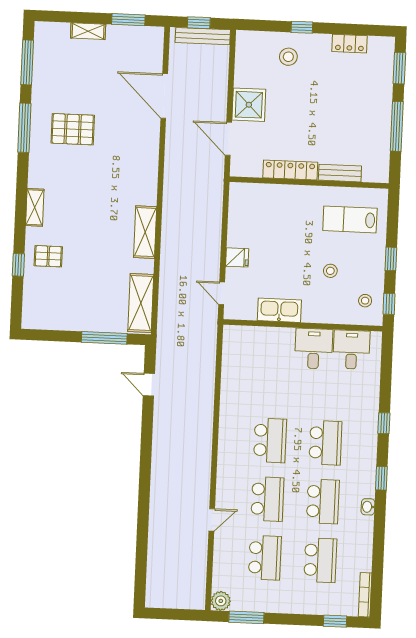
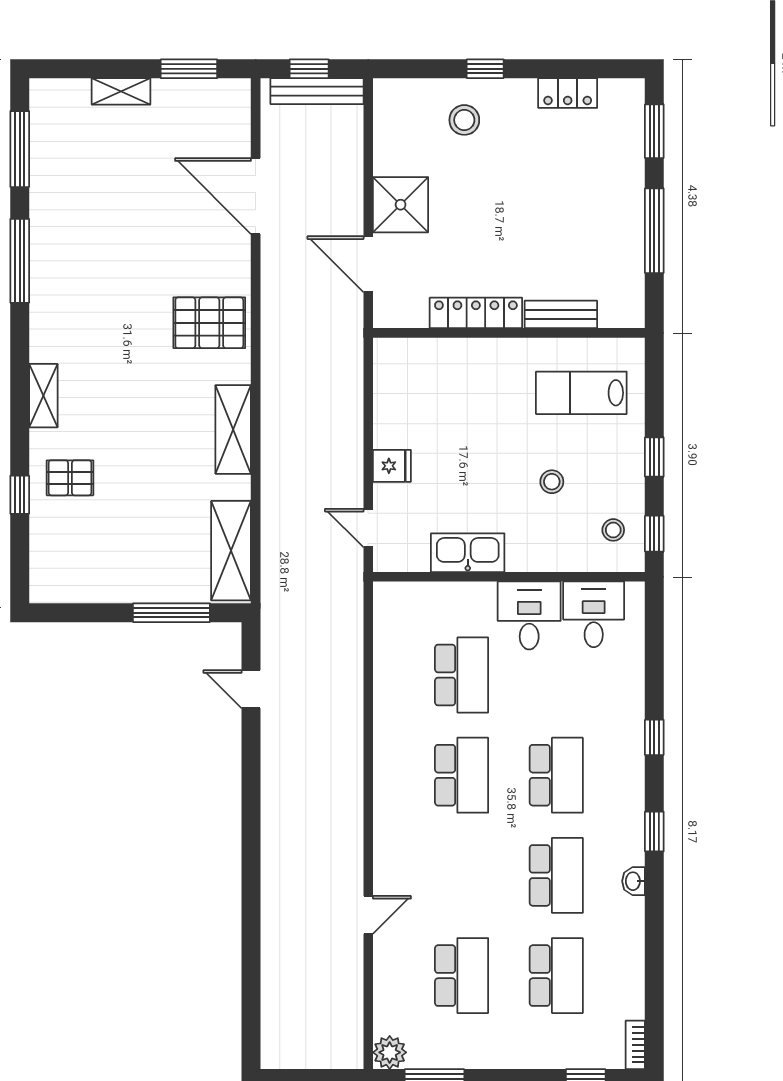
pallet: (73, 129) -> (209, 323), moved
school desk: (267, 499) -> (462, 675), moved
bookcase: (365, 595) -> (635, 1045), width x0.64

